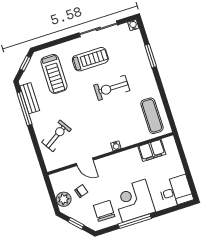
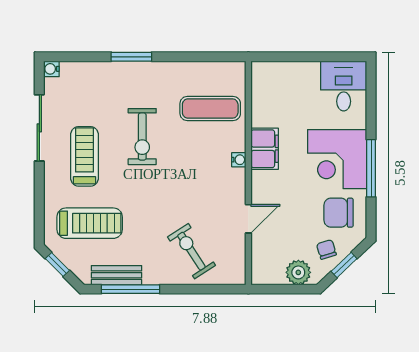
window: (151, 56) -> (131, 57), moved
exercise mat: (152, 116) -> (210, 109), moved
filing cabinet: (152, 150) -> (265, 149), moved
chair: (81, 191) -> (326, 250), moved

